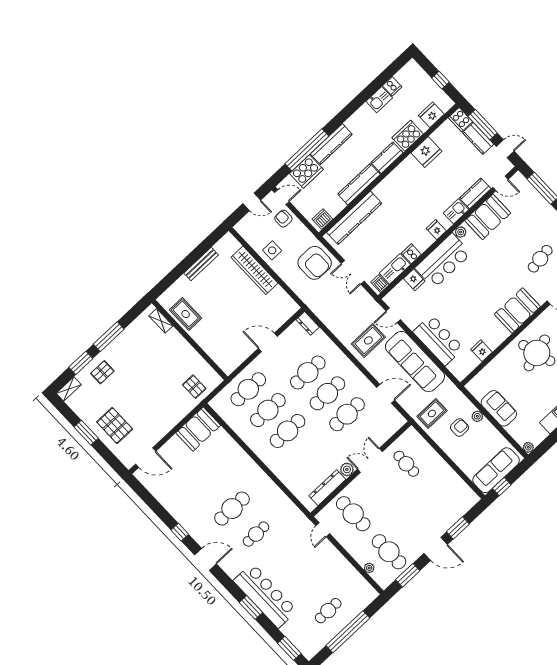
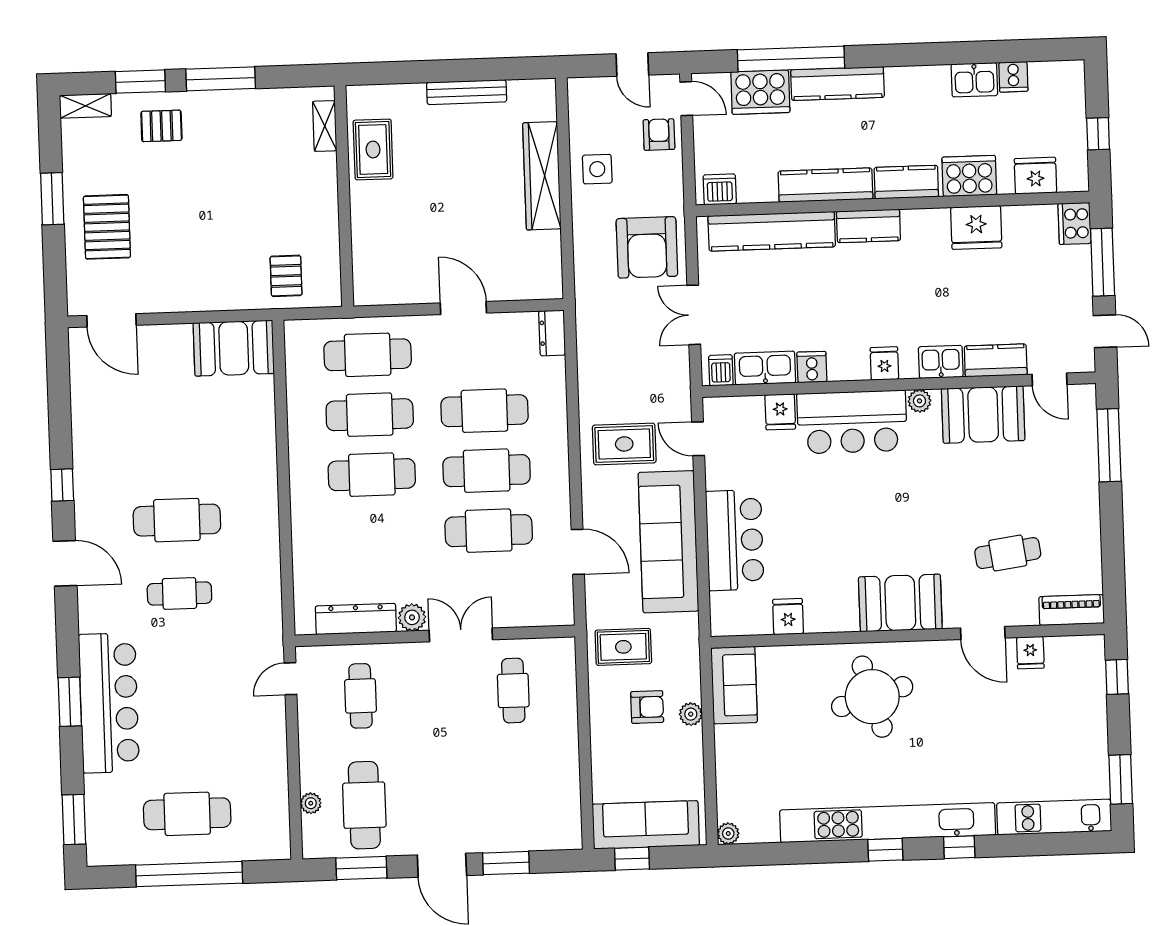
kitchen counter: (478, 138) -> (868, 226), moved, turned -90
sofa: (499, 408) -> (734, 685), moved
cafe table: (353, 514) -> (360, 696), width x0.73, depth x0.74
cafe table: (328, 611) -> (187, 814), width x1.37, depth x1.35

